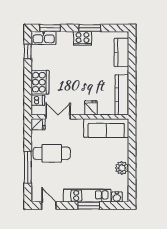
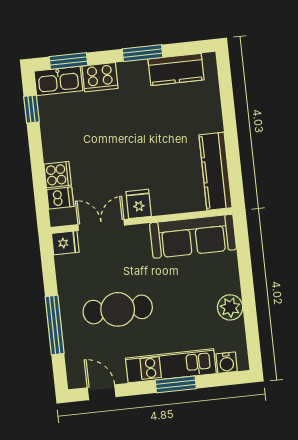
cooker: (82, 38) -> (100, 77), moved
kitchen counter: (121, 52) -> (176, 69), moved, turned -90
cooker: (40, 82) -> (58, 175), width x0.53, depth x0.76
fridge: (91, 108) -> (139, 204), moved
cafe table: (52, 153) -> (118, 309), moved

